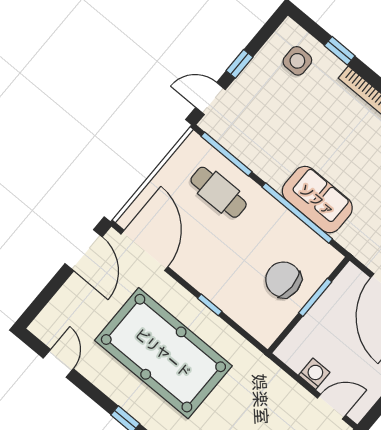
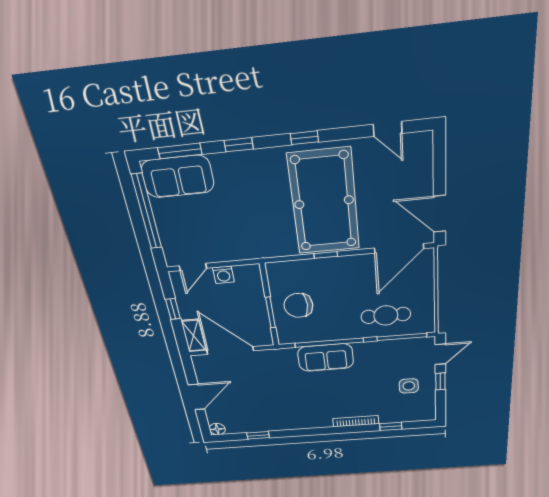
side table: (297, 61) -> (409, 386), moved
door: (144, 250) -> (399, 248), hinge flipped
chair: (283, 280) -> (298, 305), turned 180
pool table: (163, 353) -> (324, 202), turned 90

